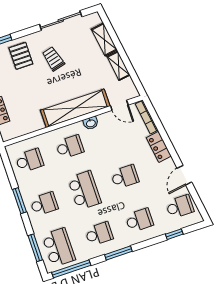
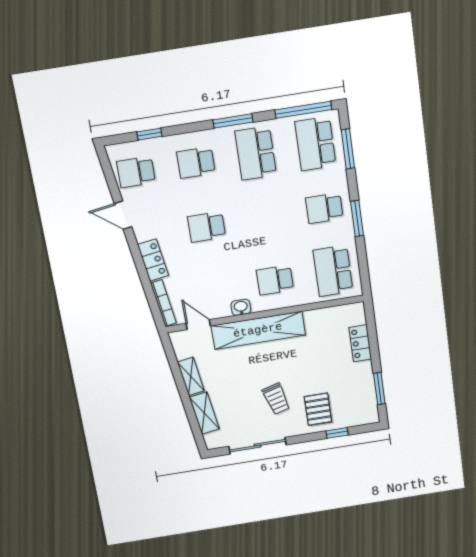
school desk: (29, 160) -> (333, 271), width x1.85
door: (184, 175) -> (123, 215), swing flipped
school desk: (84, 190) -> (265, 218), removed
school desk: (99, 234) -> (256, 153), width x1.85

